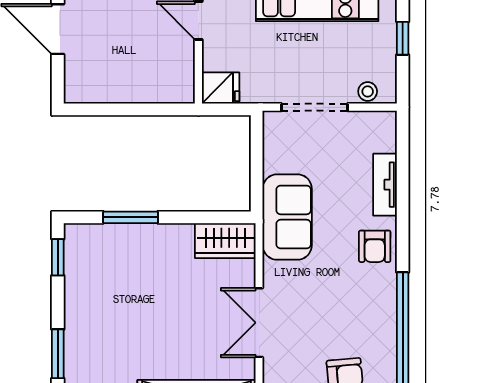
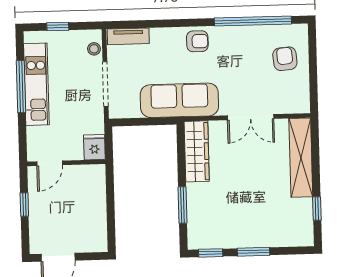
tv unit: (385, 185) -> (128, 36), moved
sofa: (287, 217) -> (179, 100), width x1.36
wardrobe: (225, 241) -> (197, 151), width x1.50
window: (58, 354) -> (253, 252), moved

